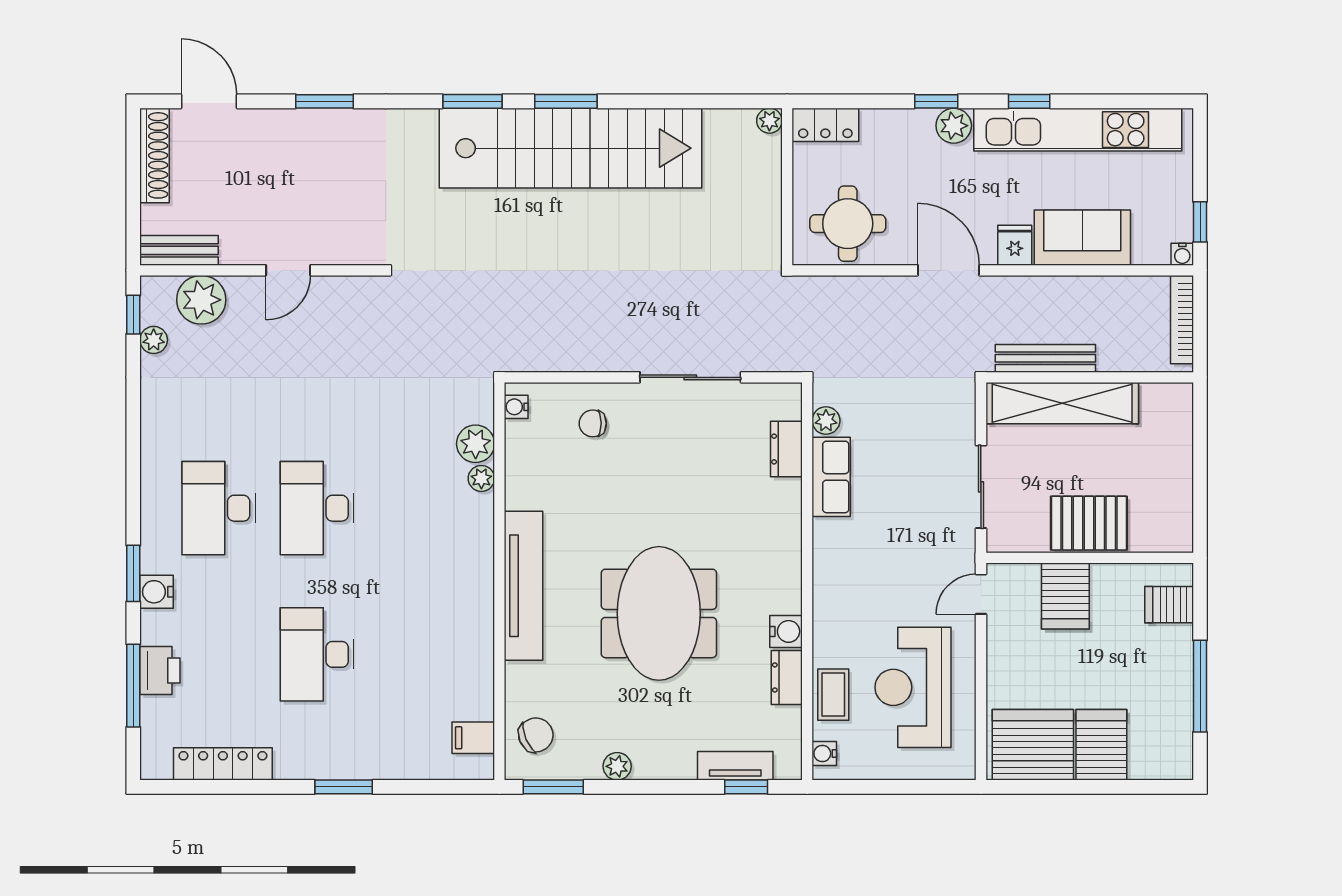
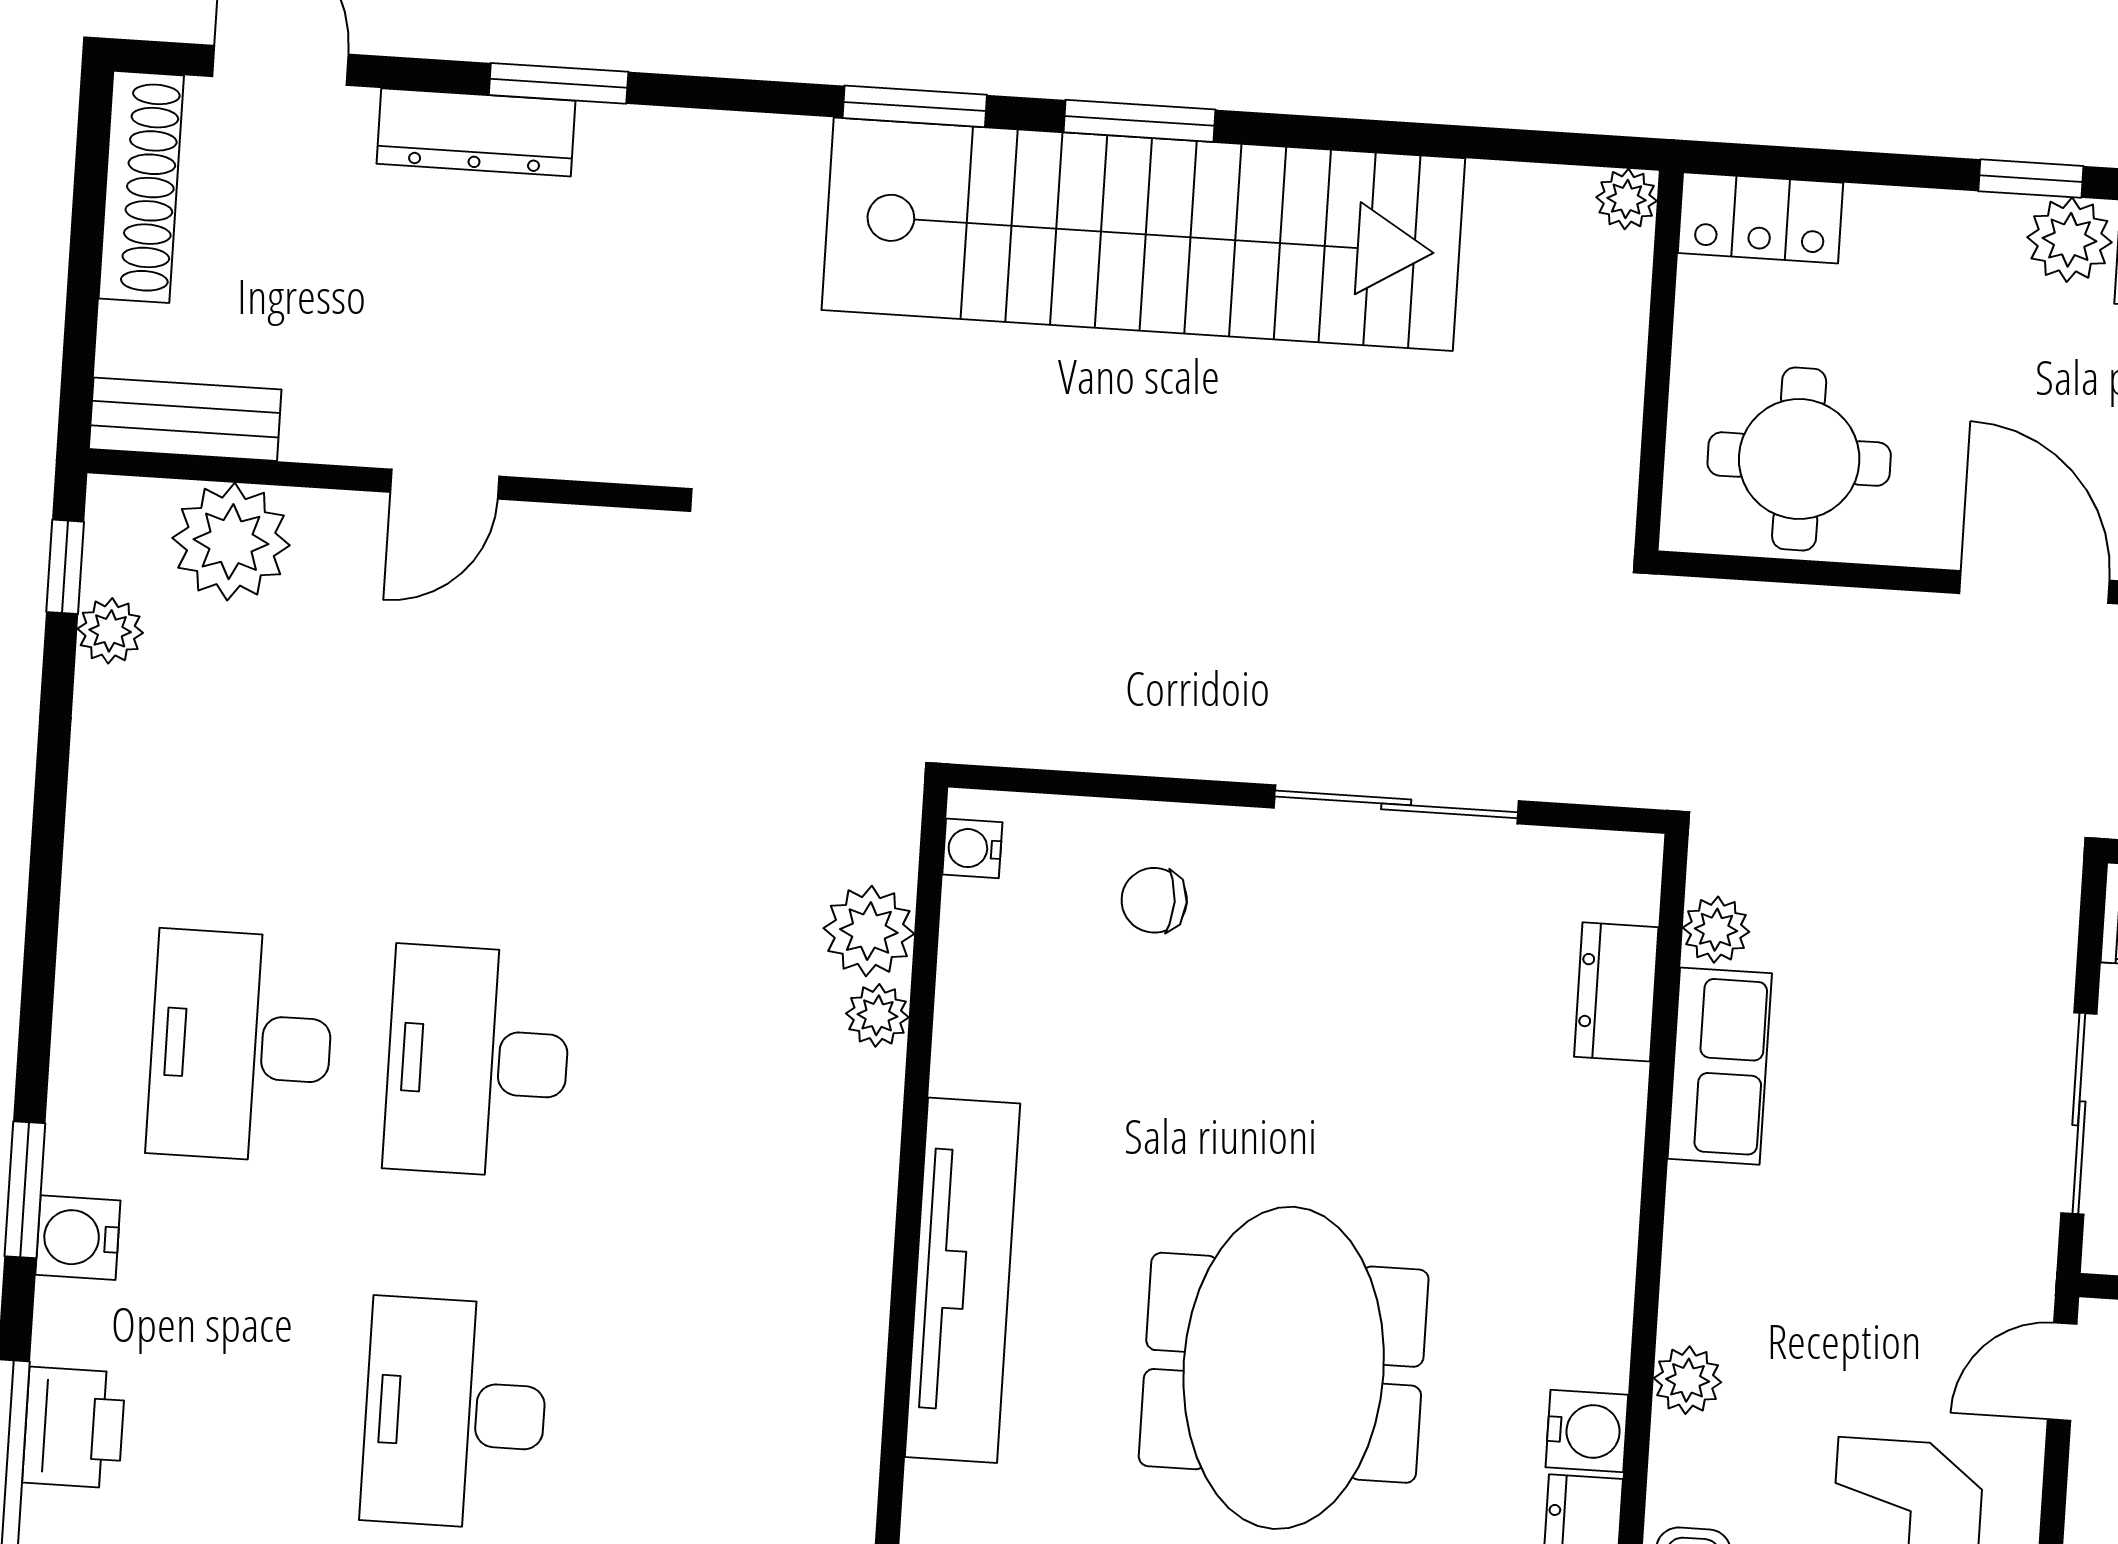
dresser: (292, 124) -> (476, 132), added
plant: (826, 608) -> (1688, 1380), added

